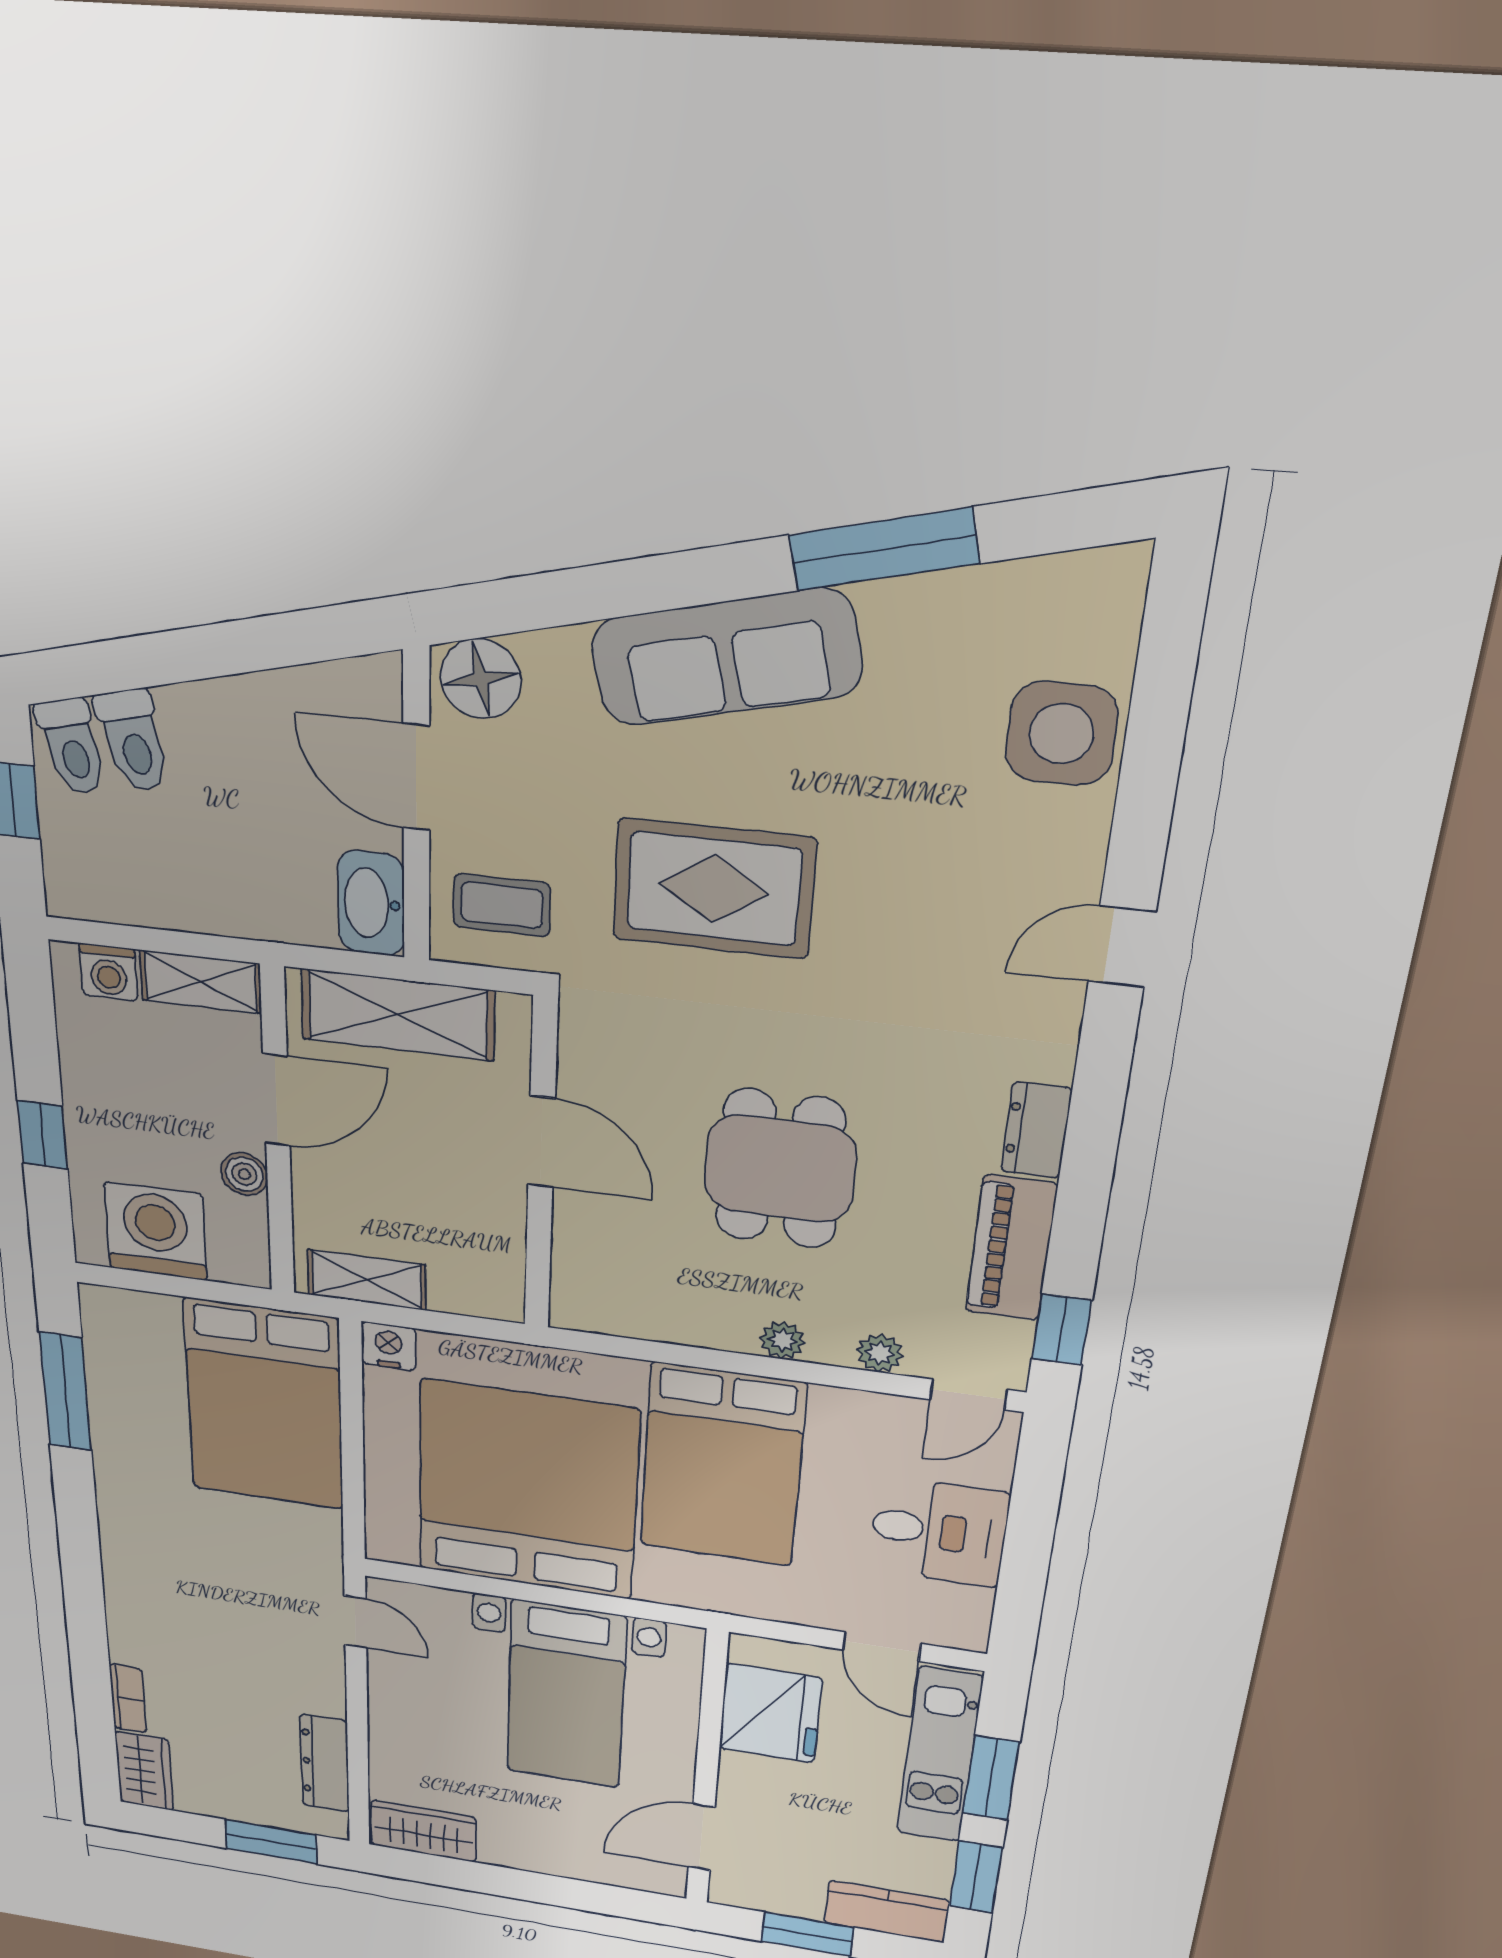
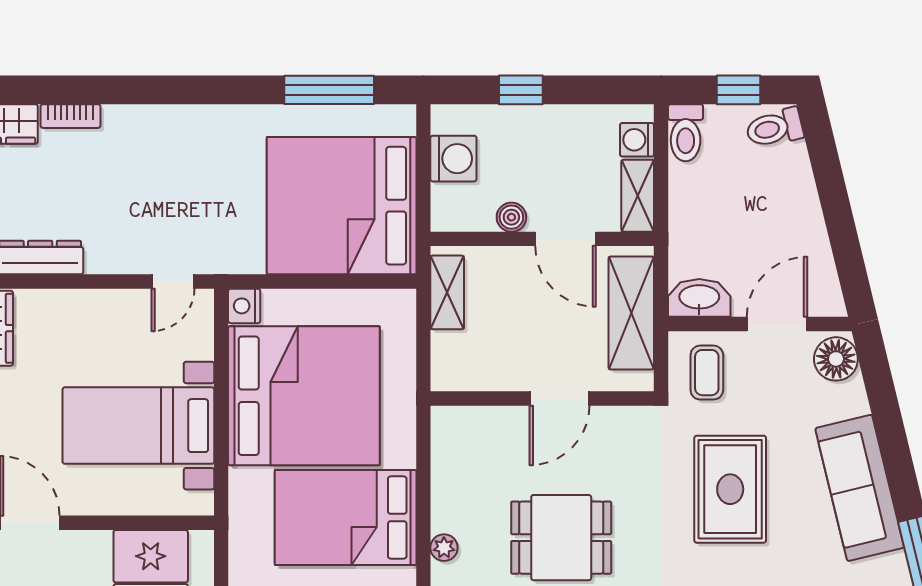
toilet: (134, 741) -> (686, 133), moved, turned -76
washing machine: (156, 1231) -> (453, 159), width x0.73, depth x0.73
nightstand: (389, 1346) -> (244, 306), moved, turned 180
bed: (264, 1405) -> (342, 206), width x1.36

